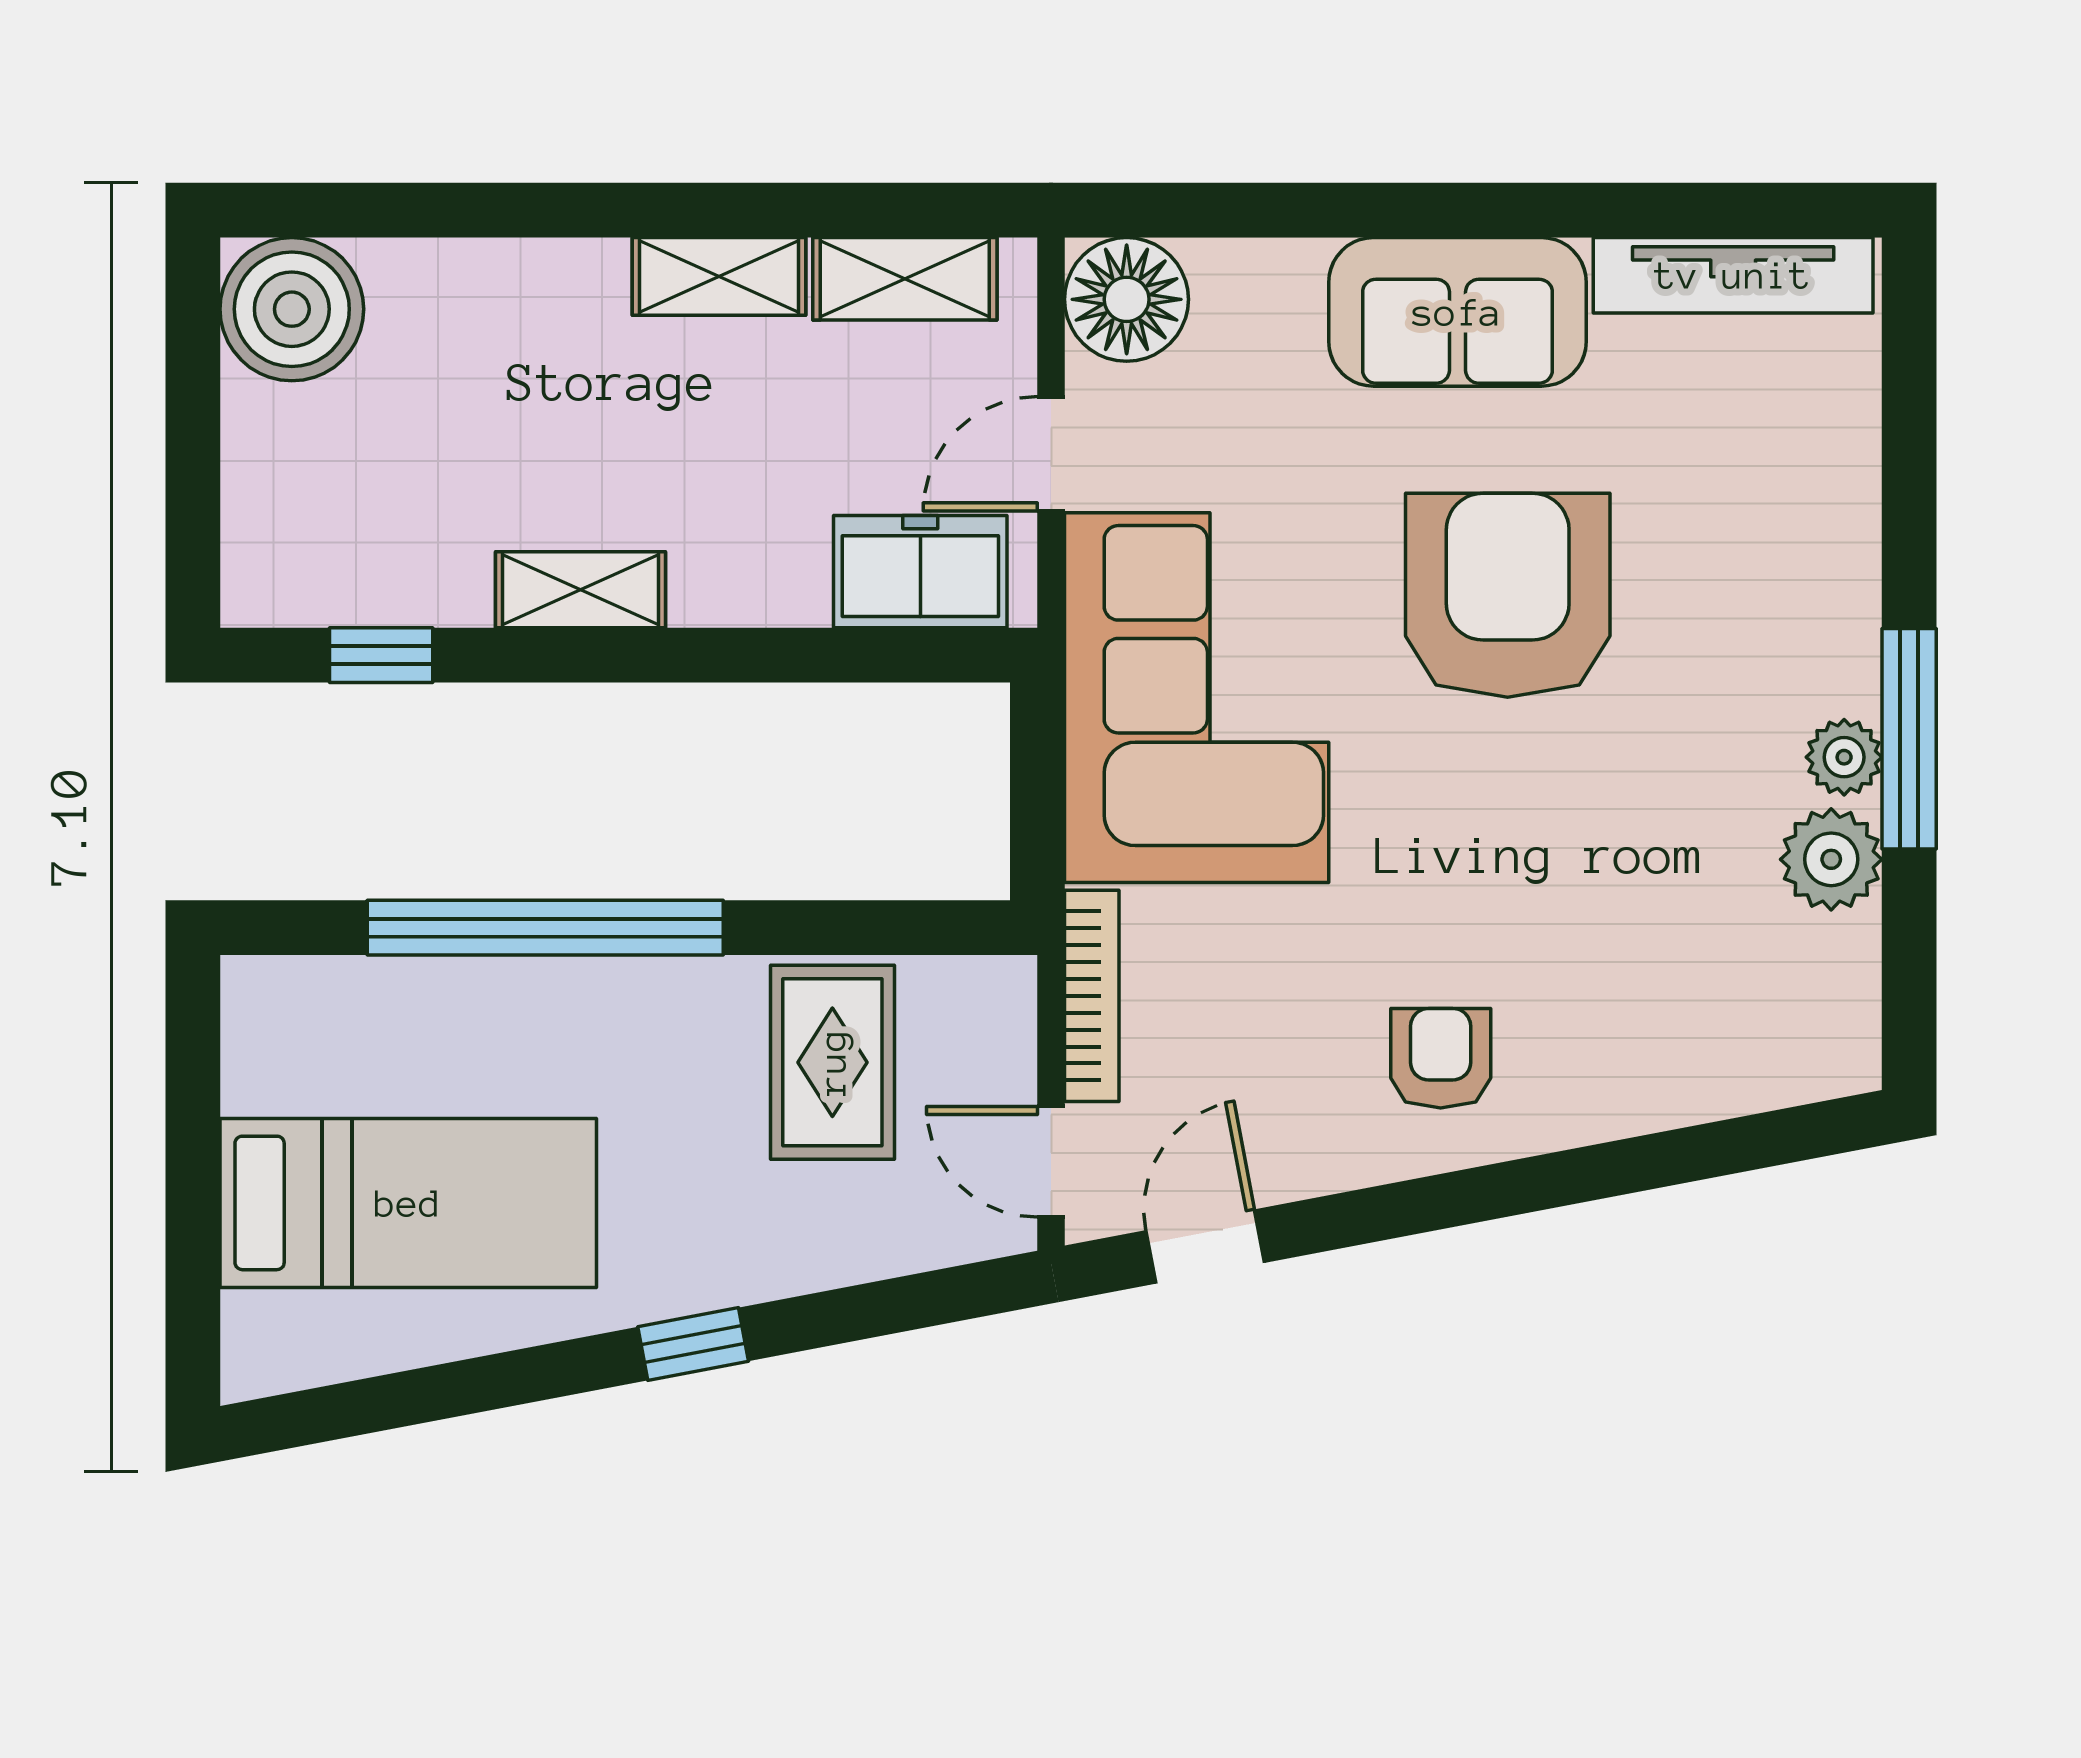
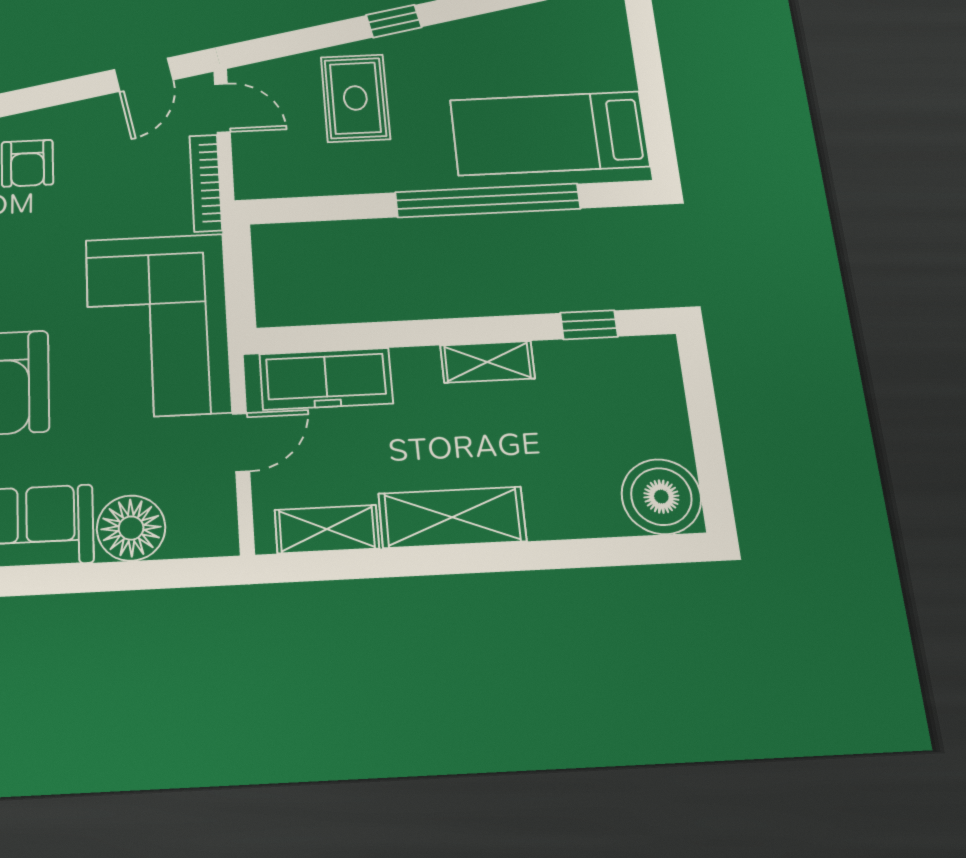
shelving: (719, 276) -> (452, 517), width x1.50, depth x1.33
floor lamp: (1127, 299) -> (131, 528), moved
freezer: (920, 572) -> (326, 379), width x1.40
rug: (832, 1062) -> (355, 98), moved
bed: (408, 1203) -> (549, 133), moved

